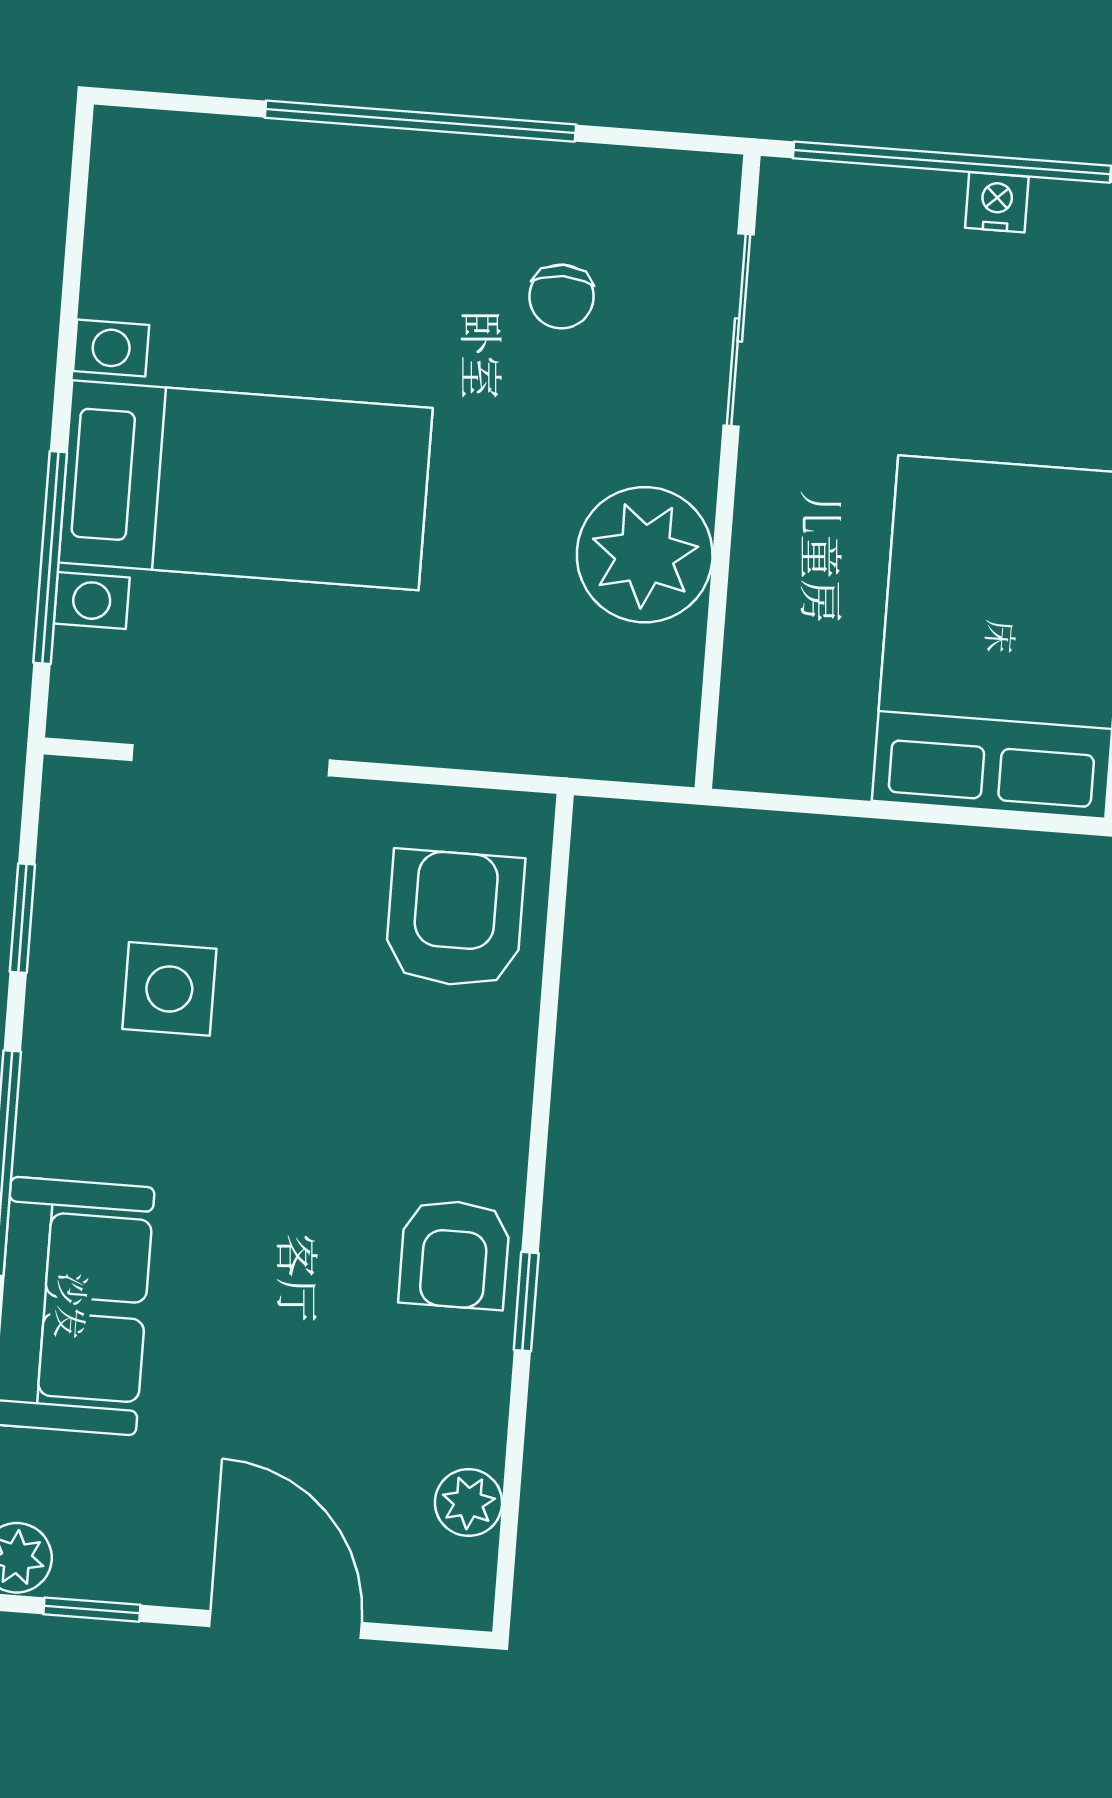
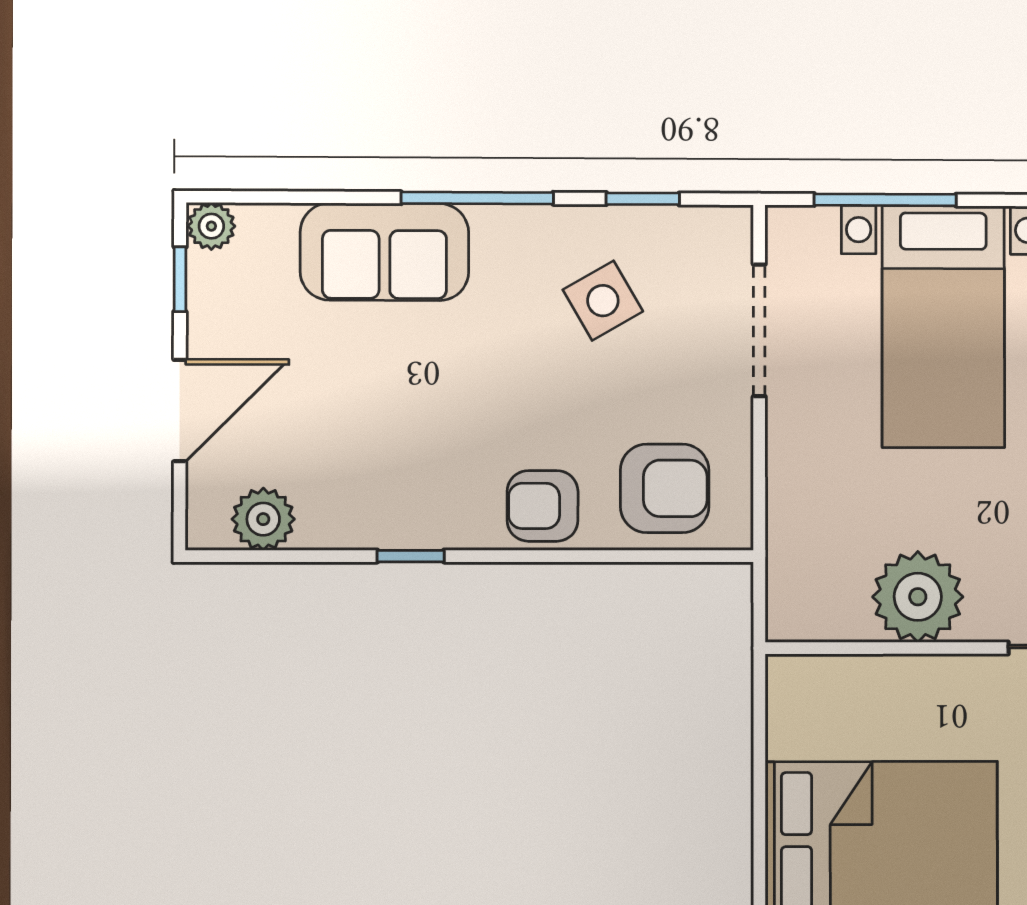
side table: (169, 989) -> (603, 301), turned -30
armchair: (454, 1254) -> (543, 506), moved
plant: (468, 1503) -> (263, 519), width x1.38, depth x1.38

